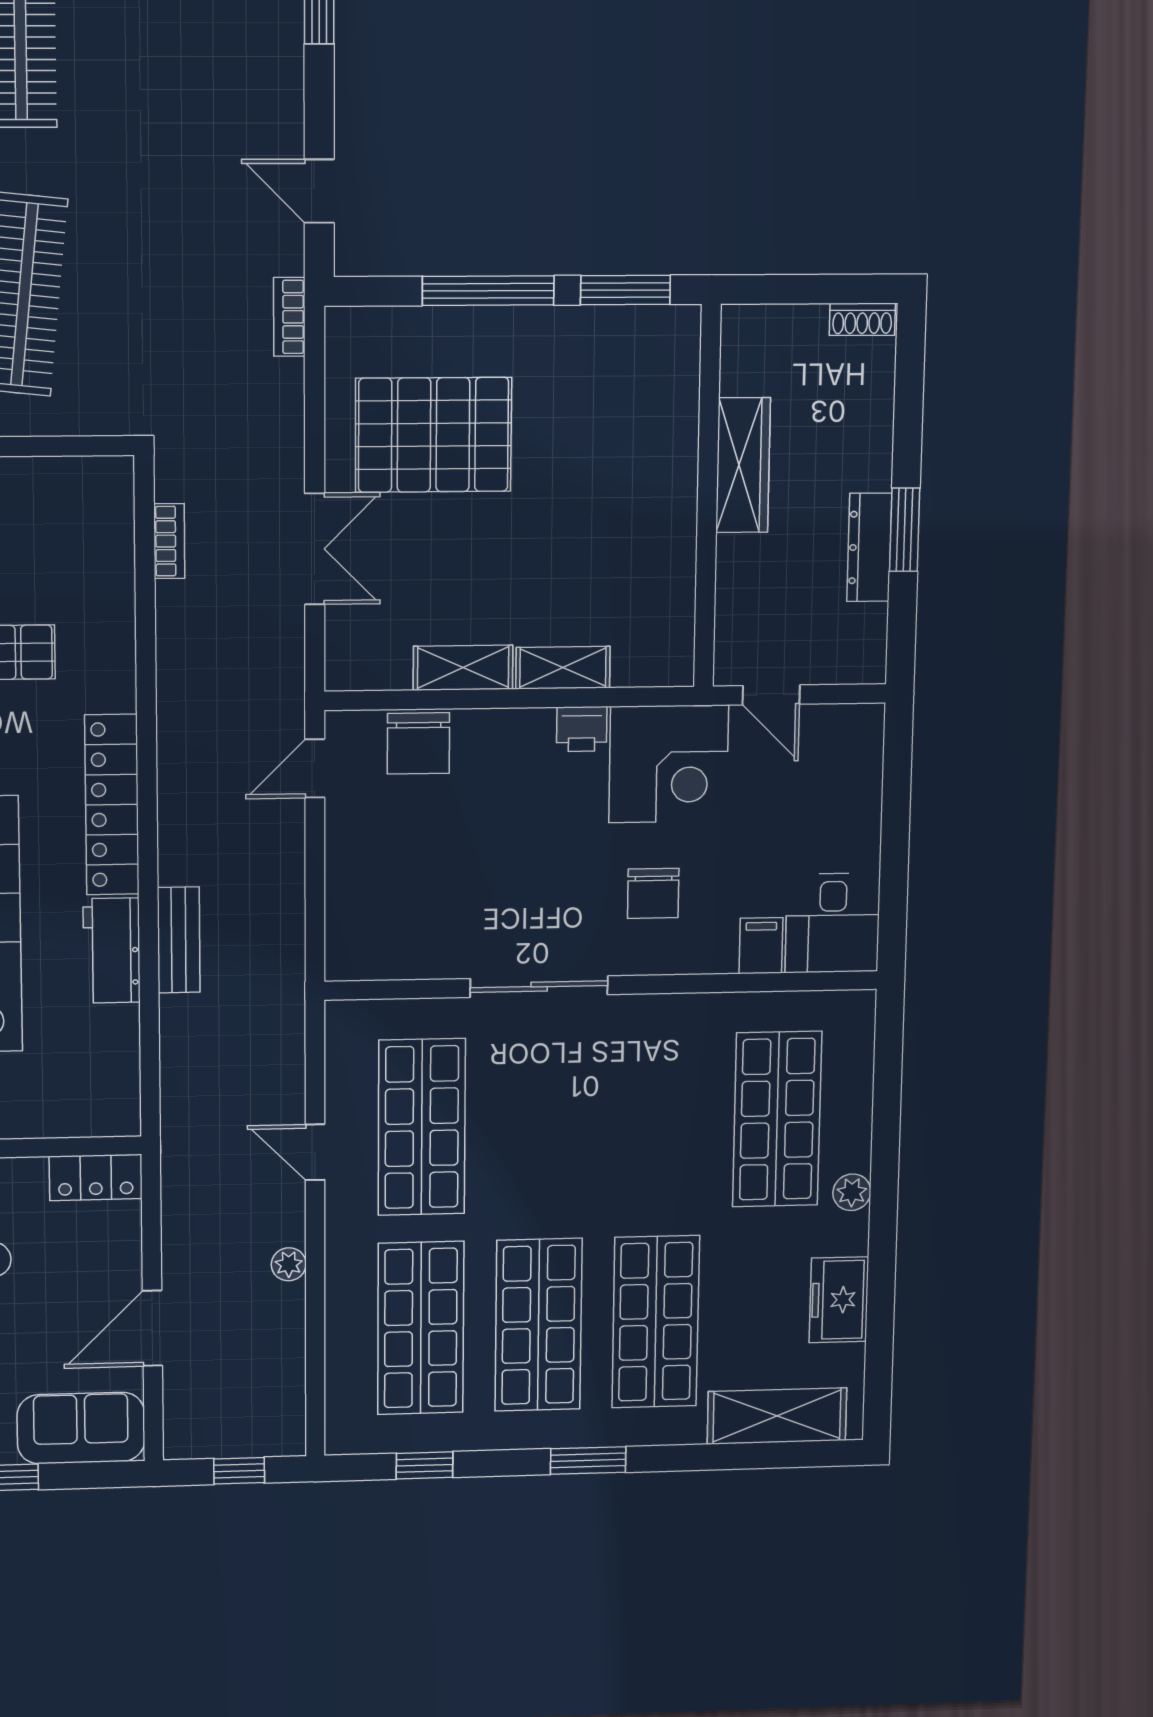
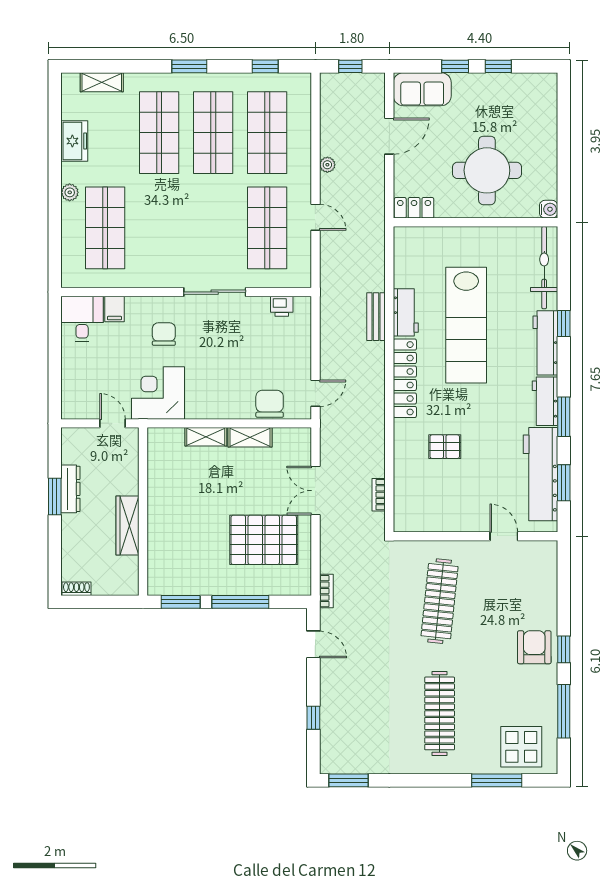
printer: (582, 729) -> (282, 306), moved, turned 180
shelving: (777, 1416) -> (102, 82), width x0.67, depth x0.75

